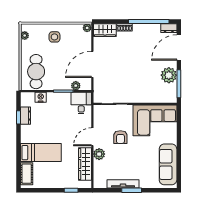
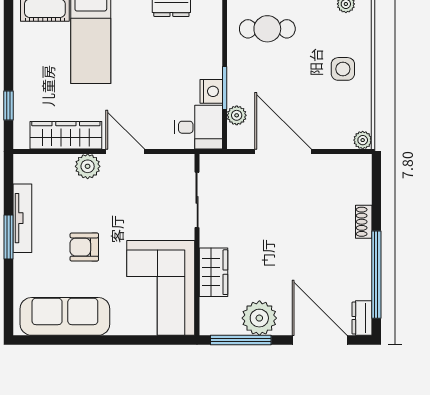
wardrobe: (105, 30) -> (213, 272), moved, turned 180
cafe table: (36, 72) -> (267, 29), width x0.73, depth x0.74
nightstand: (41, 97) -> (211, 91), moved
armchair: (120, 137) -> (84, 247), moved

